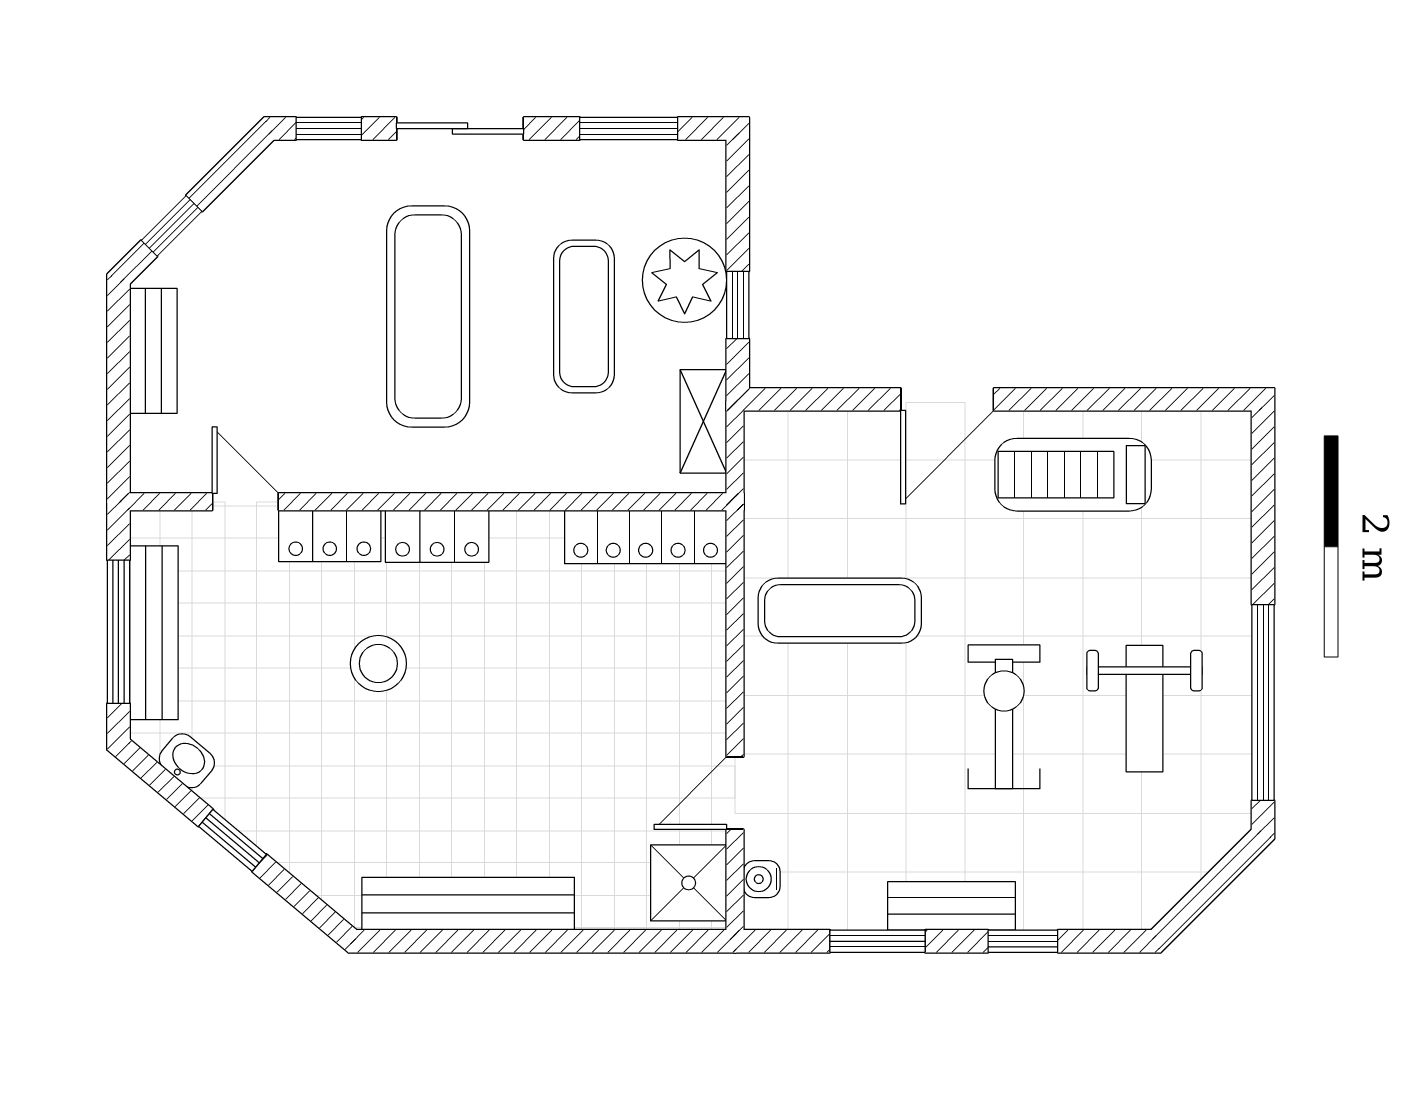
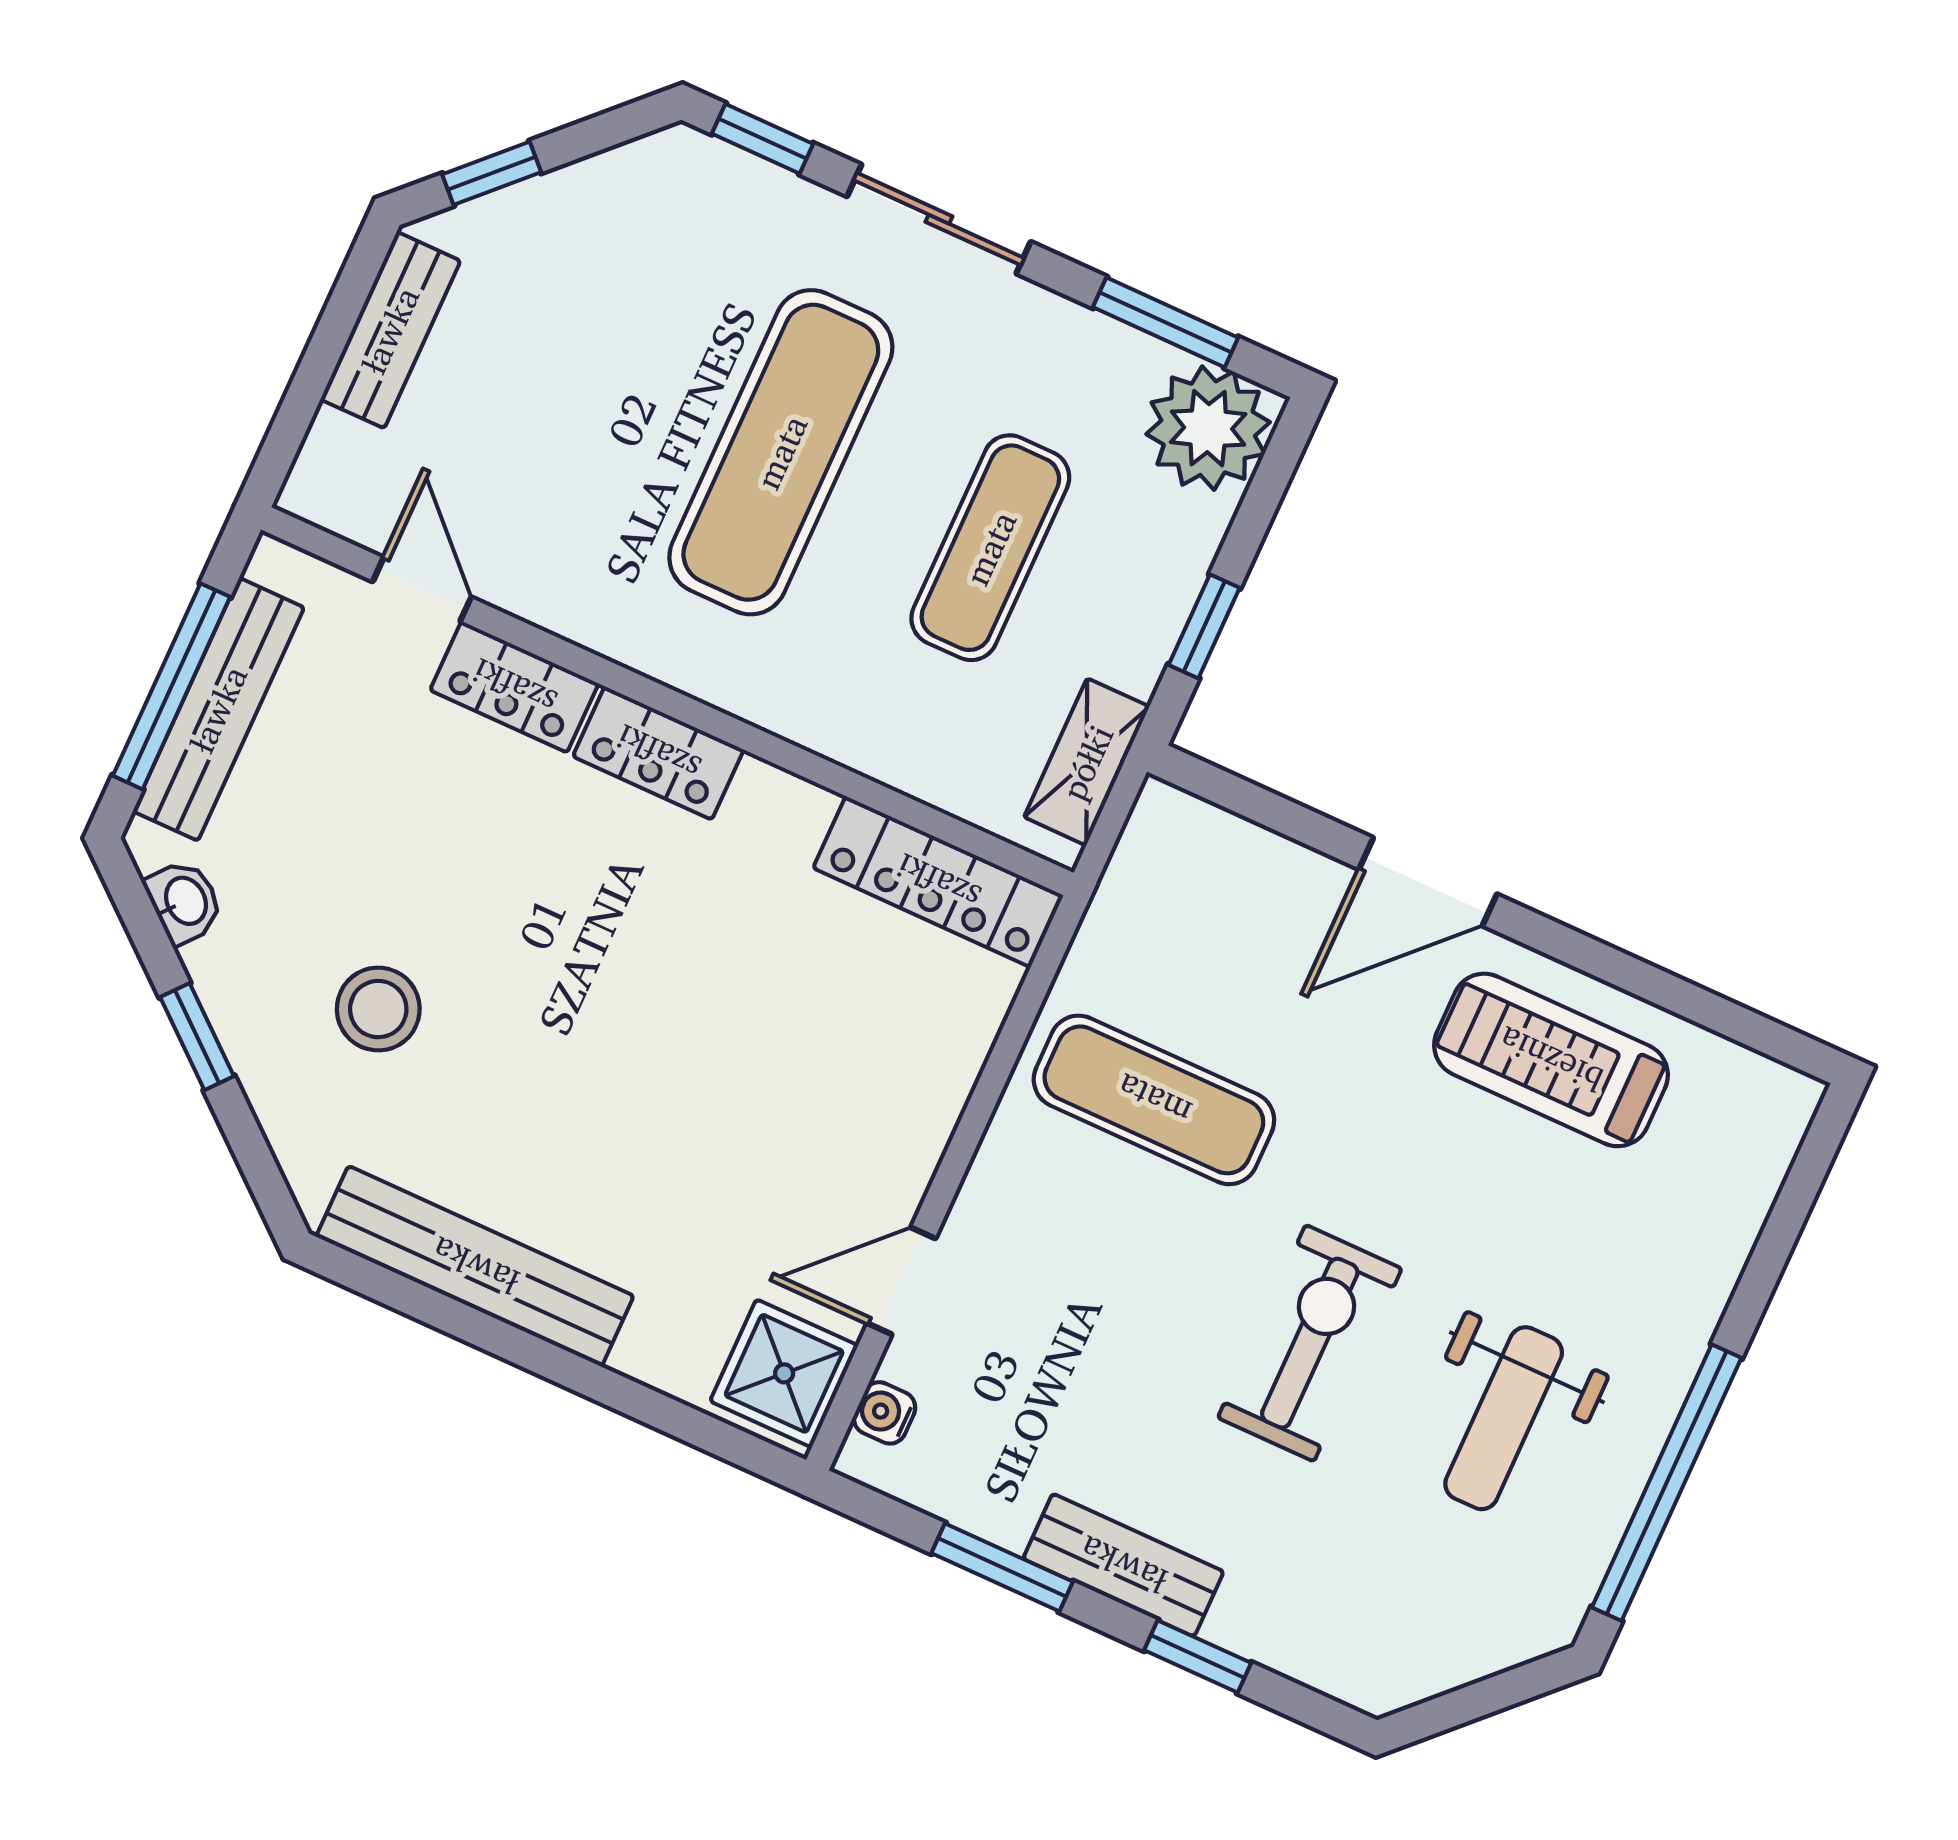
plant: (685, 280) -> (1208, 428), moved
stool: (378, 664) -> (378, 1009), moved

